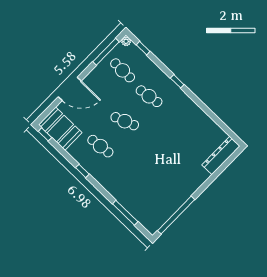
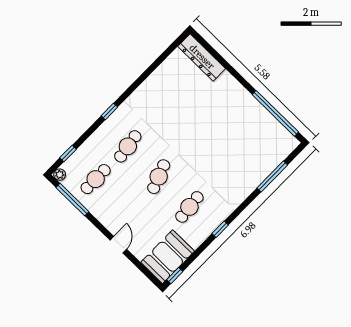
door: (70, 89) -> (118, 245), width x0.53

